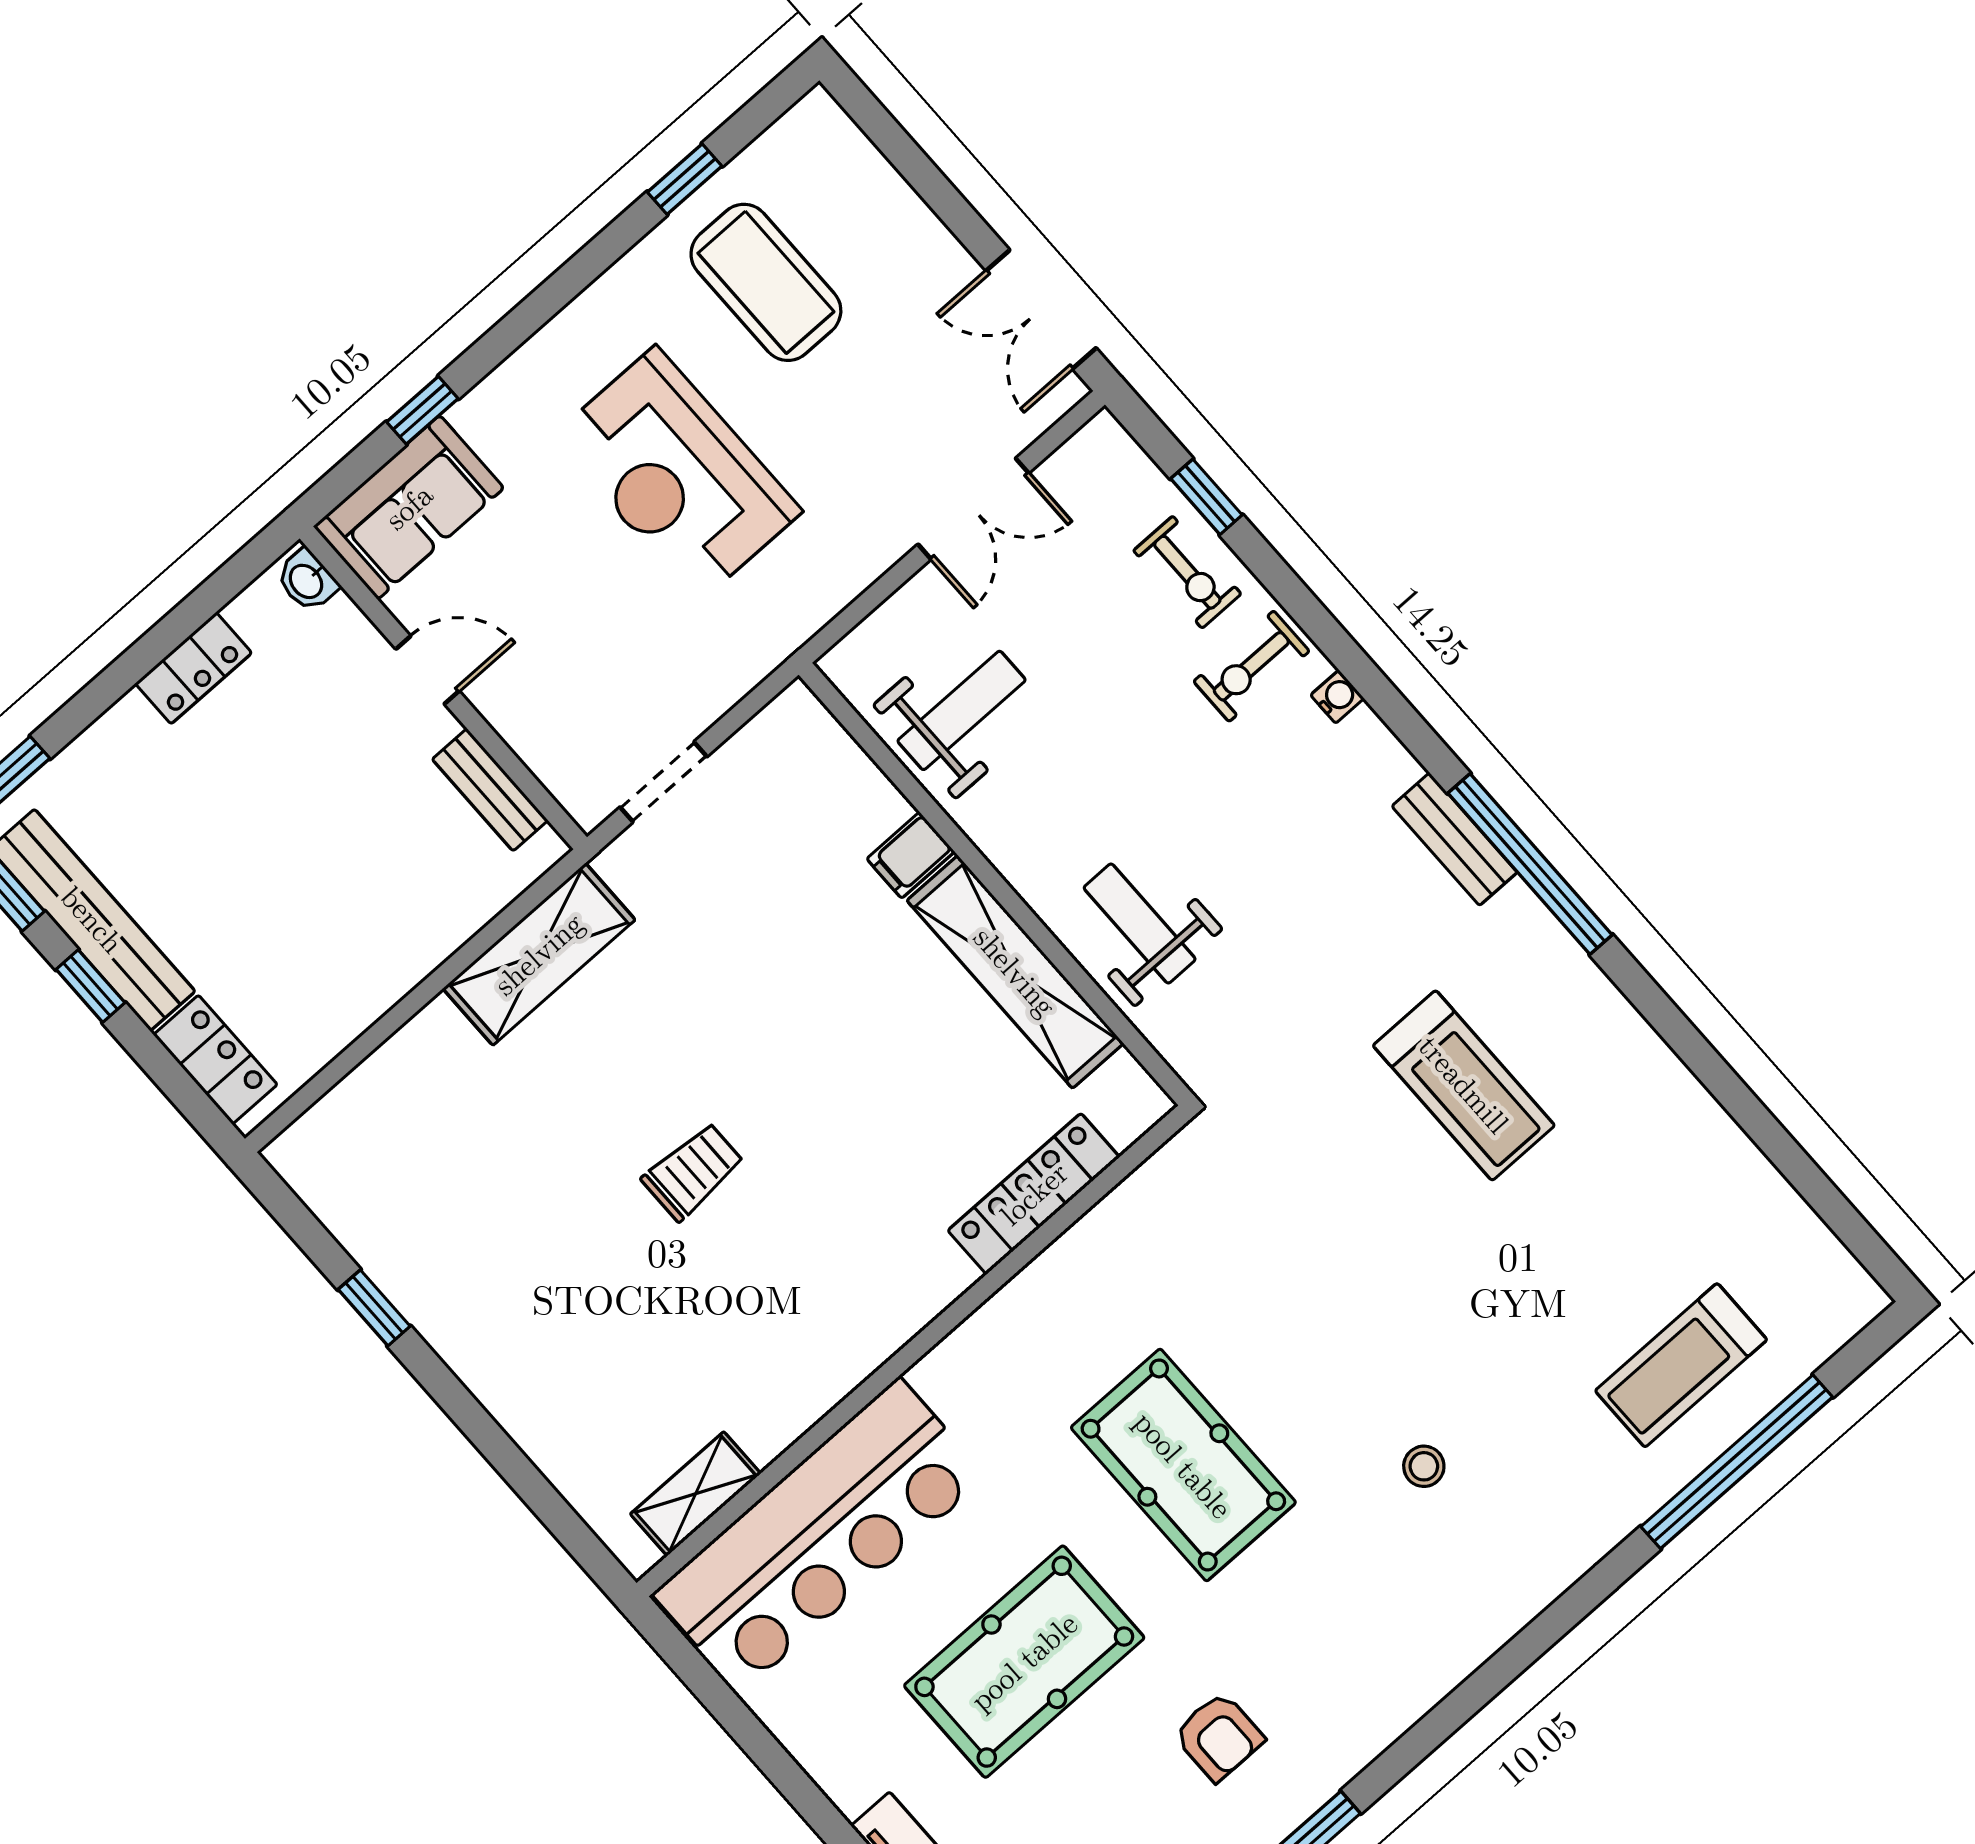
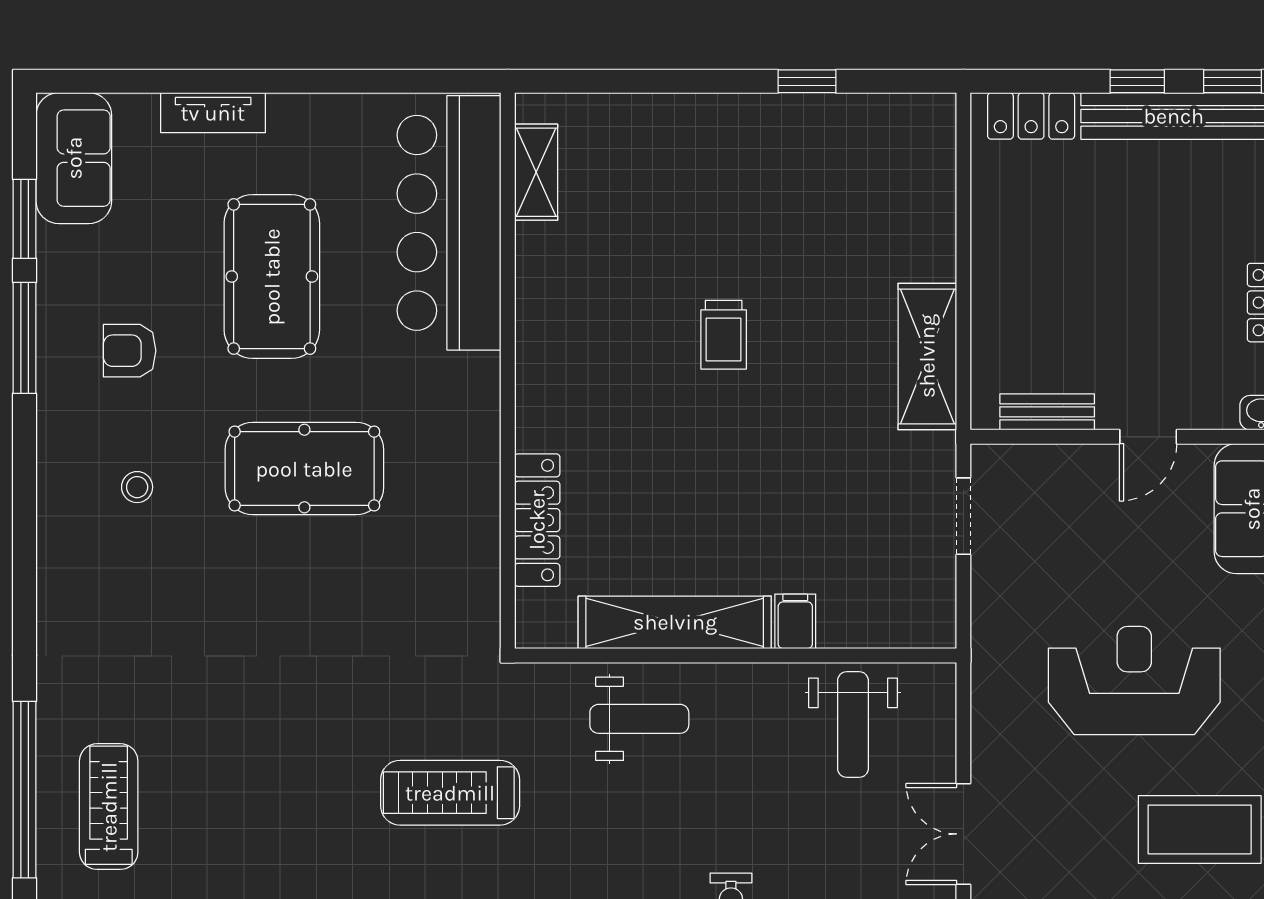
treadmill: (1464, 1085) -> (450, 793), moved
stool: (1424, 1466) -> (137, 487), moved

